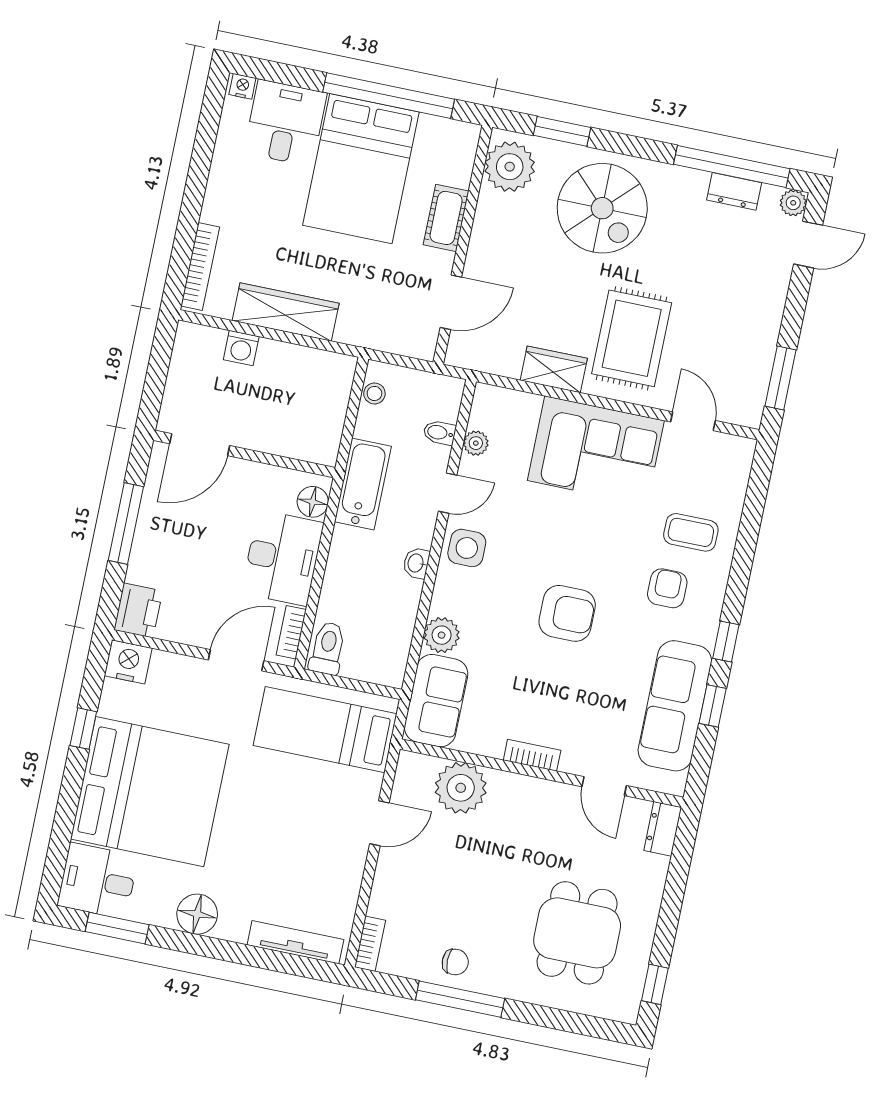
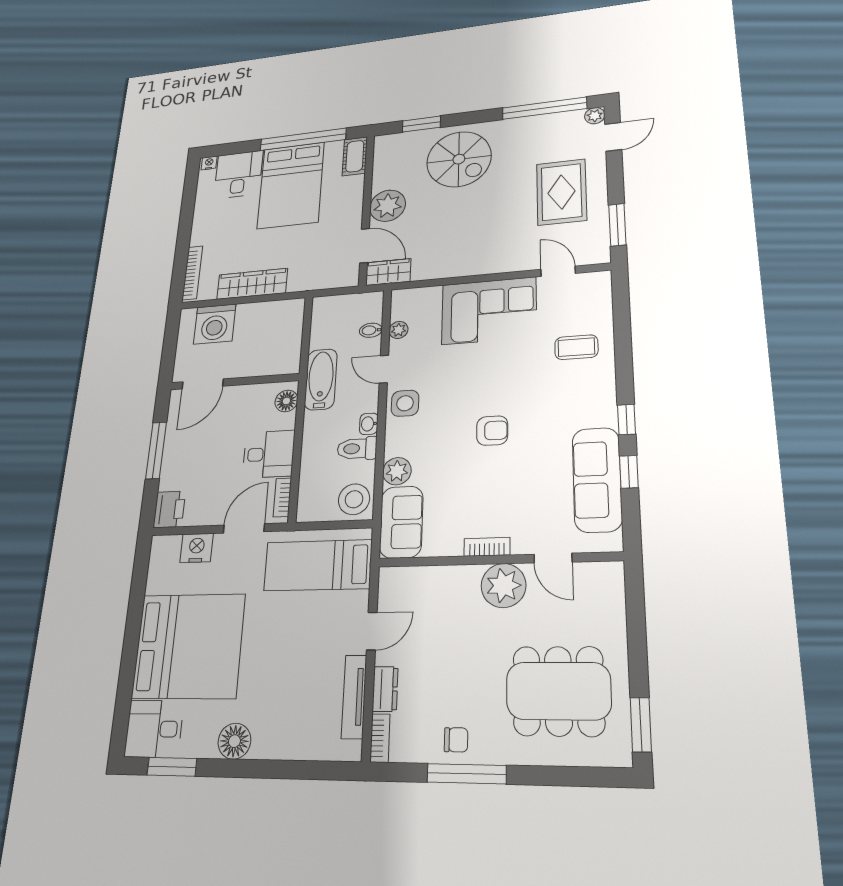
plant: (510, 167) -> (388, 206), moved
dresser: (734, 191) -> (550, 122), removed
cot: (446, 218) -> (355, 156), moved
door: (451, 302) -> (364, 246), hinge flipped
rug: (632, 338) -> (561, 192), moved
washing machine: (241, 348) -> (215, 324), width x1.89, depth x1.89
wardrobe: (554, 369) -> (388, 272), moved
stool: (374, 393) -> (354, 499), moved, width x1.89, depth x1.89
door: (448, 493) -> (384, 369), swing flipped
desk: (282, 558) -> (269, 454), width x0.73
armchair: (667, 588) -> (568, 392), removed
armchair: (567, 613) -> (492, 431), width x0.72, depth x0.72
toilet: (327, 648) -> (357, 449), moved, turned -90
nightstand: (128, 662) -> (197, 548), moved
window: (83, 729) -> (136, 607), removed
plant: (461, 788) -> (503, 585), moved
dresser: (663, 829) -> (385, 689), moved, turned 180
dining table: (577, 933) -> (558, 691), width x1.38
tv unit: (295, 942) -> (354, 697), moved, turned -90
window: (655, 984) -> (641, 725), width x1.50

